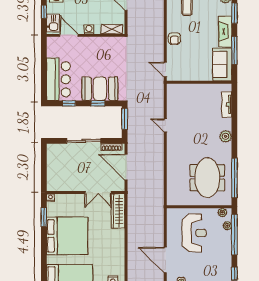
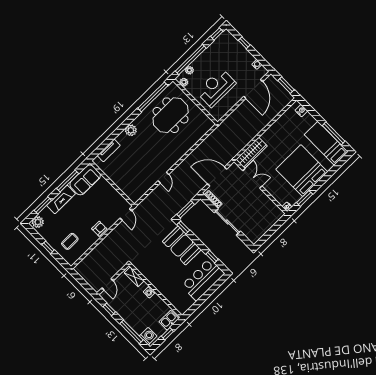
door: (69, 35) -> (167, 302), removed
window: (98, 103) -> (183, 227), moved
door: (126, 167) -> (217, 176), swing flipped

